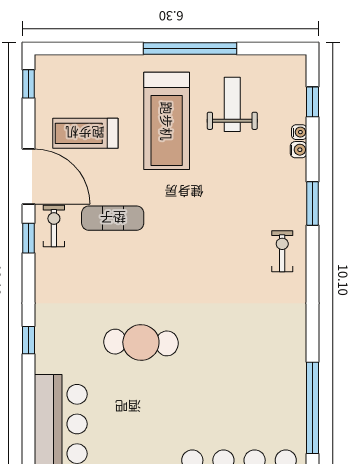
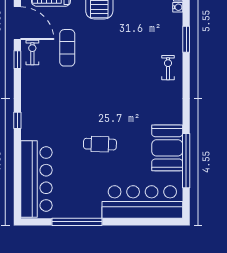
exercise mat: (113, 218) -> (67, 48), turned 90
cafe table: (141, 343) -> (100, 144), moved, width x0.73, depth x0.74
booth: (281, 386) -> (167, 148), added

